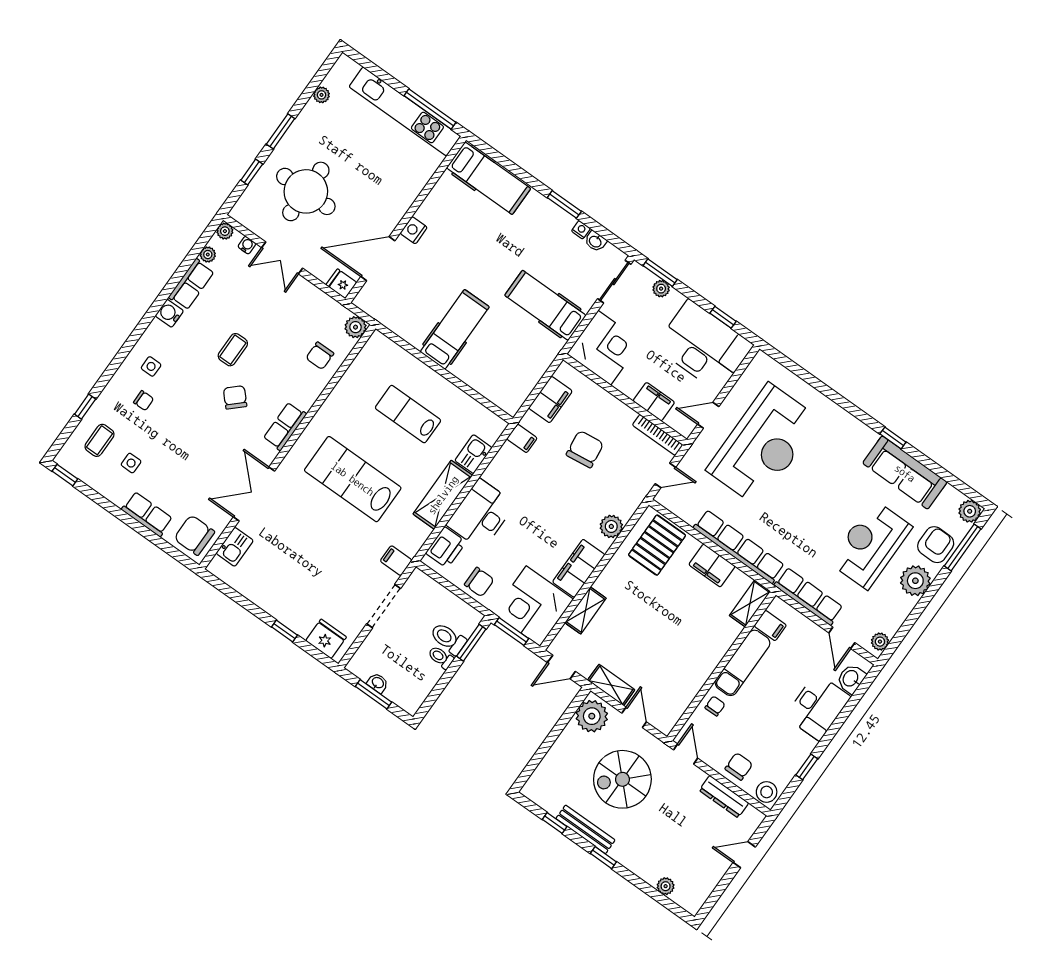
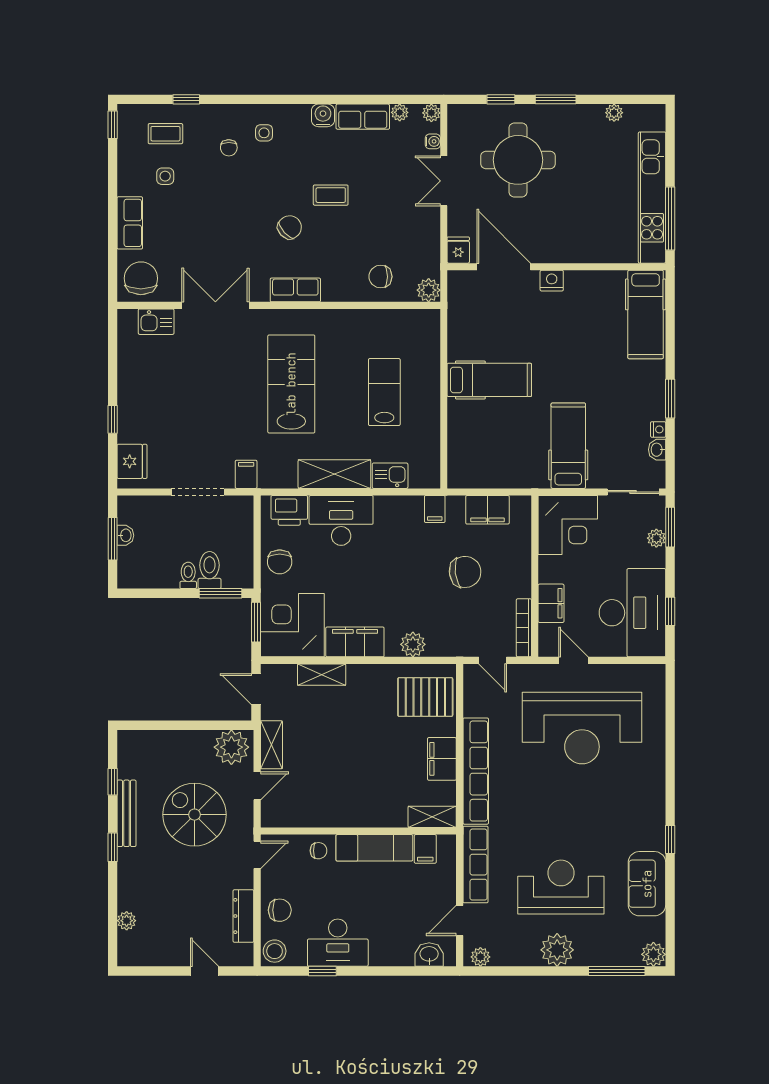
sofa: (905, 473) -> (647, 884), width x0.73
armchair: (936, 545) -> (602, 945), removed
desk: (818, 707) -> (338, 943), moved

